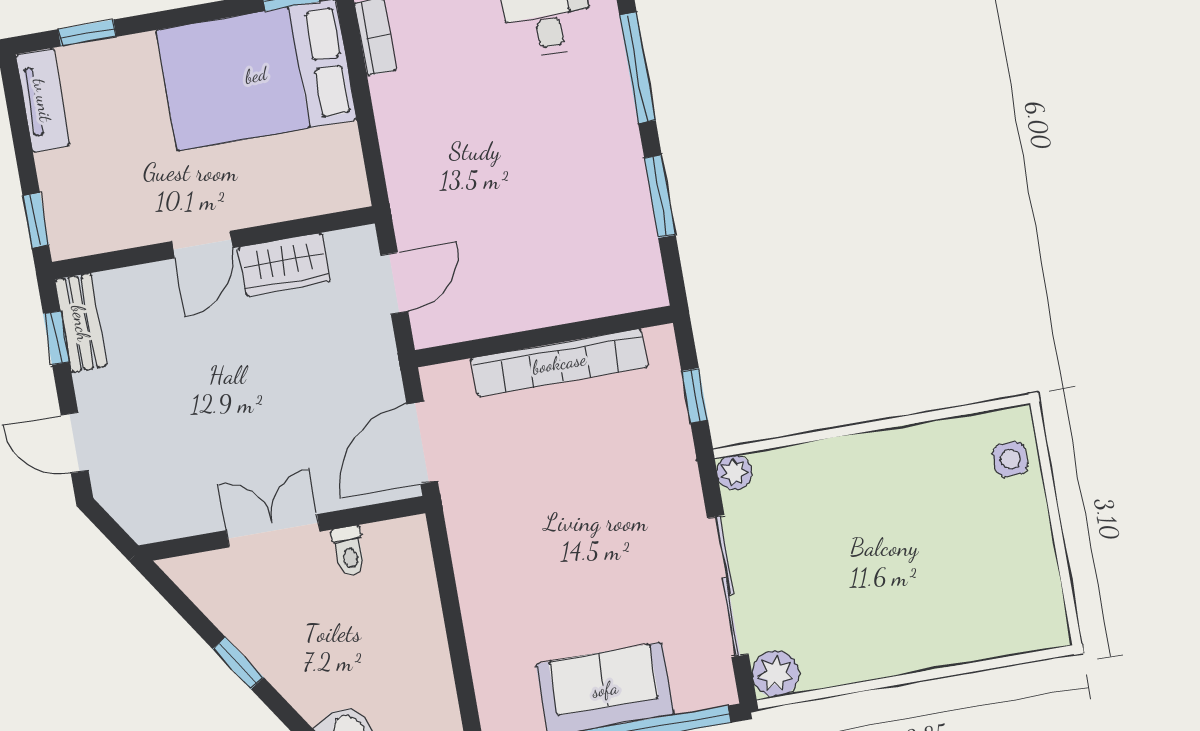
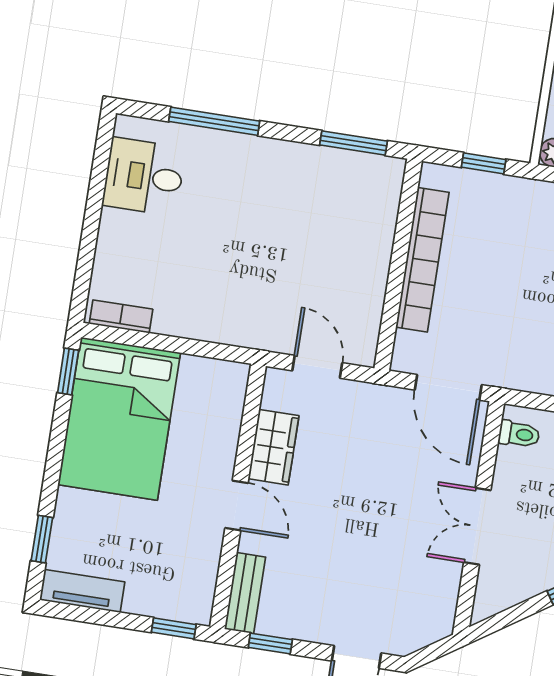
window: (660, 197) -> (354, 143), moved
bench: (81, 323) -> (245, 593), moved, turned 90
toilet: (349, 551) -> (519, 434), moved

